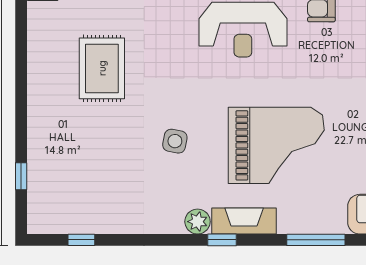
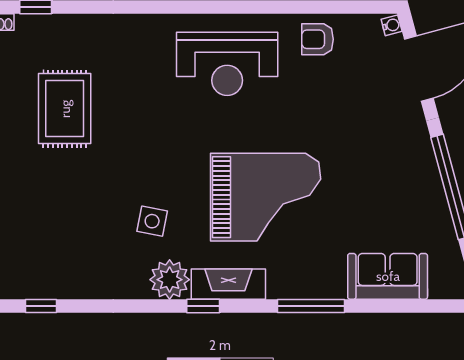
side table: (175, 141) -> (152, 221), moved
plant: (198, 222) -> (170, 280), width x1.36, depth x1.36

